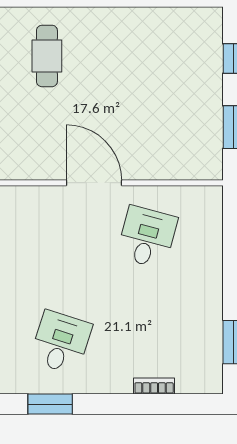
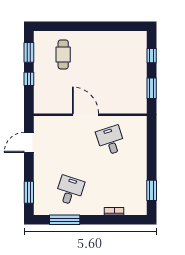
desk: (147, 237) -> (111, 140), turned -33
window: (50, 404) -> (65, 220), width x1.44

